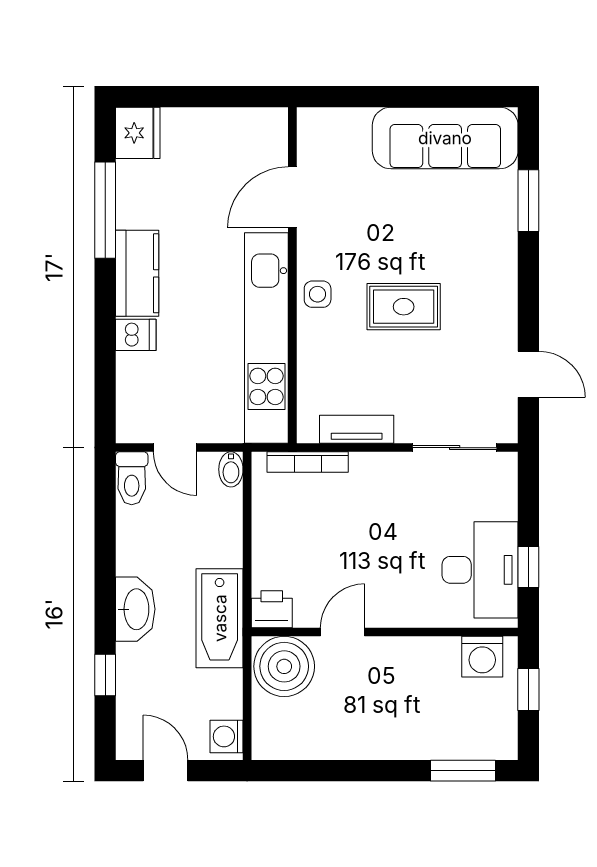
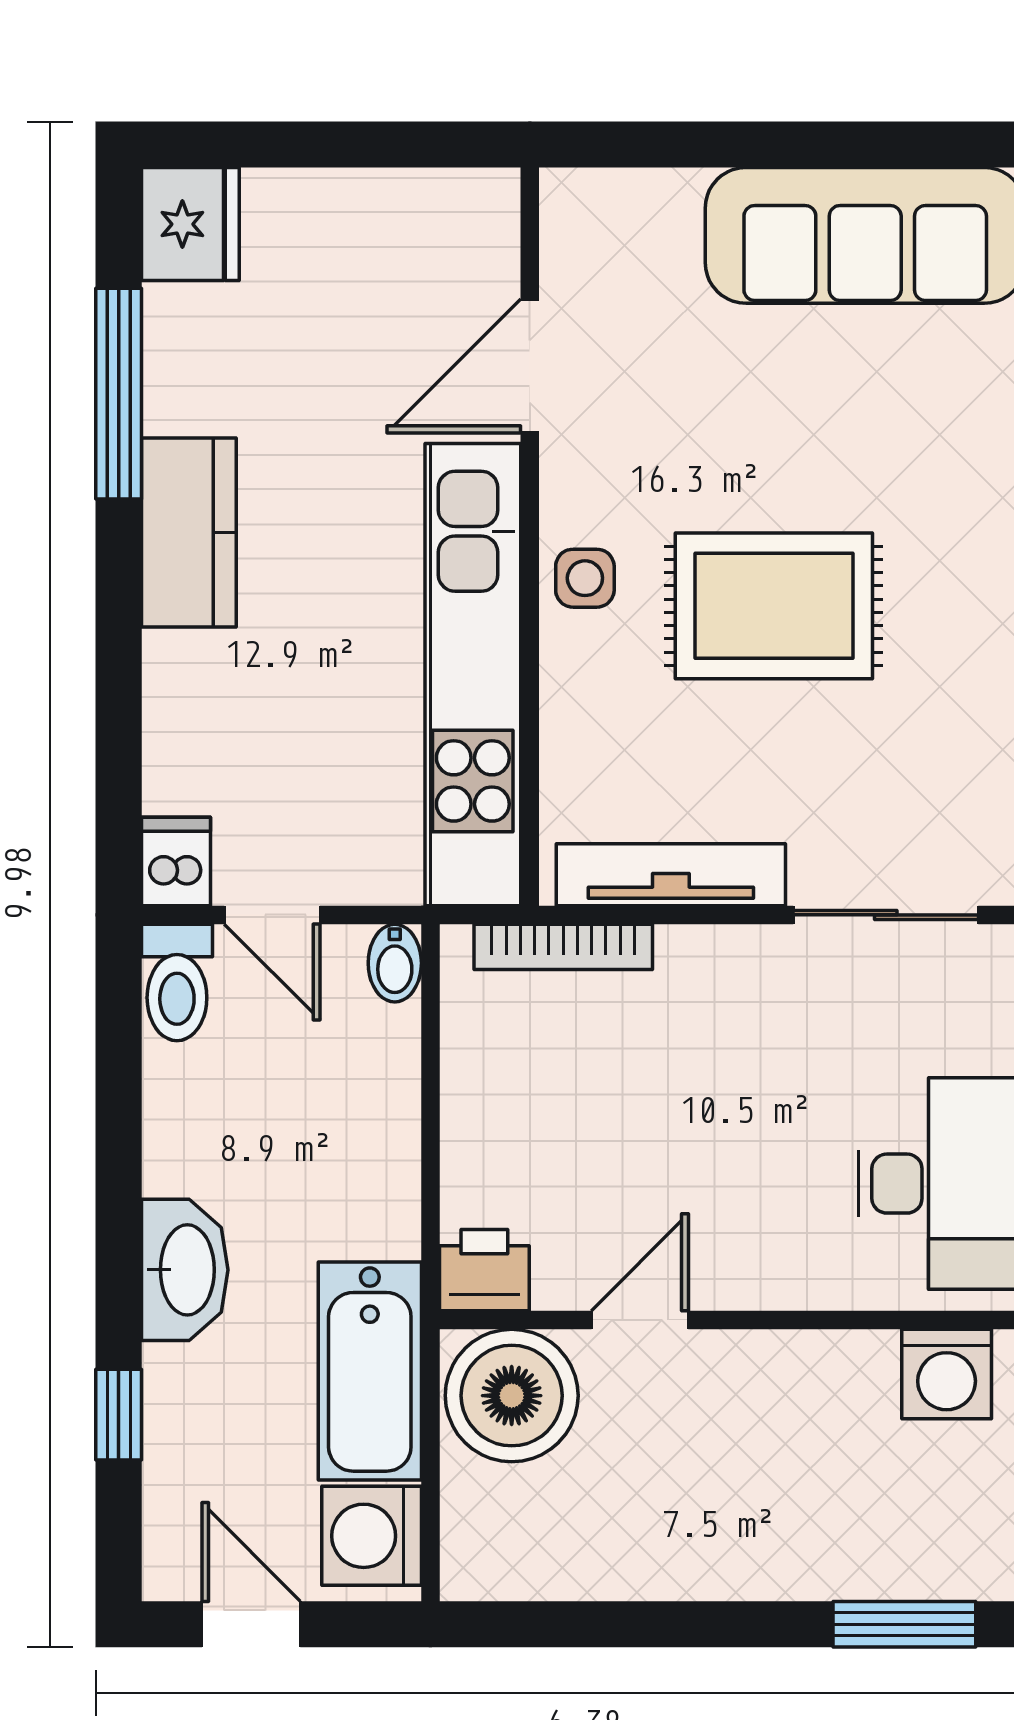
rug: (404, 307) -> (774, 606), width x1.36, depth x1.43
dishwasher: (136, 335) -> (176, 861), moved, turned -90
tv unit: (357, 429) -> (671, 875), width x1.41
bathtub: (220, 618) -> (370, 1371), moved
washing machine: (227, 736) -> (372, 1536), width x1.38, depth x1.38

